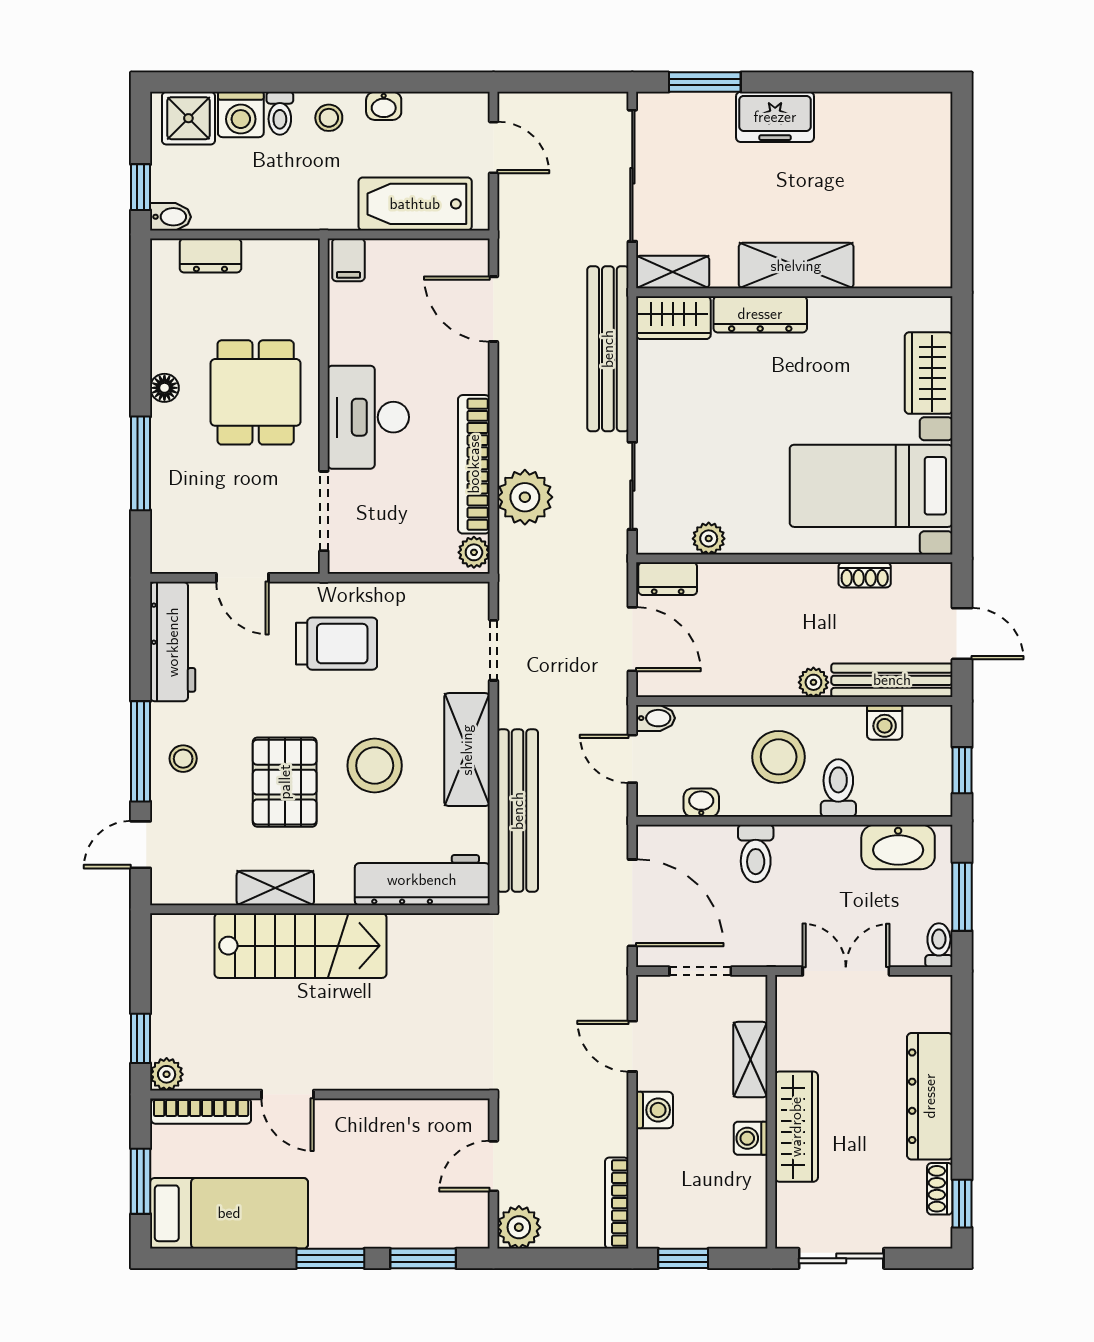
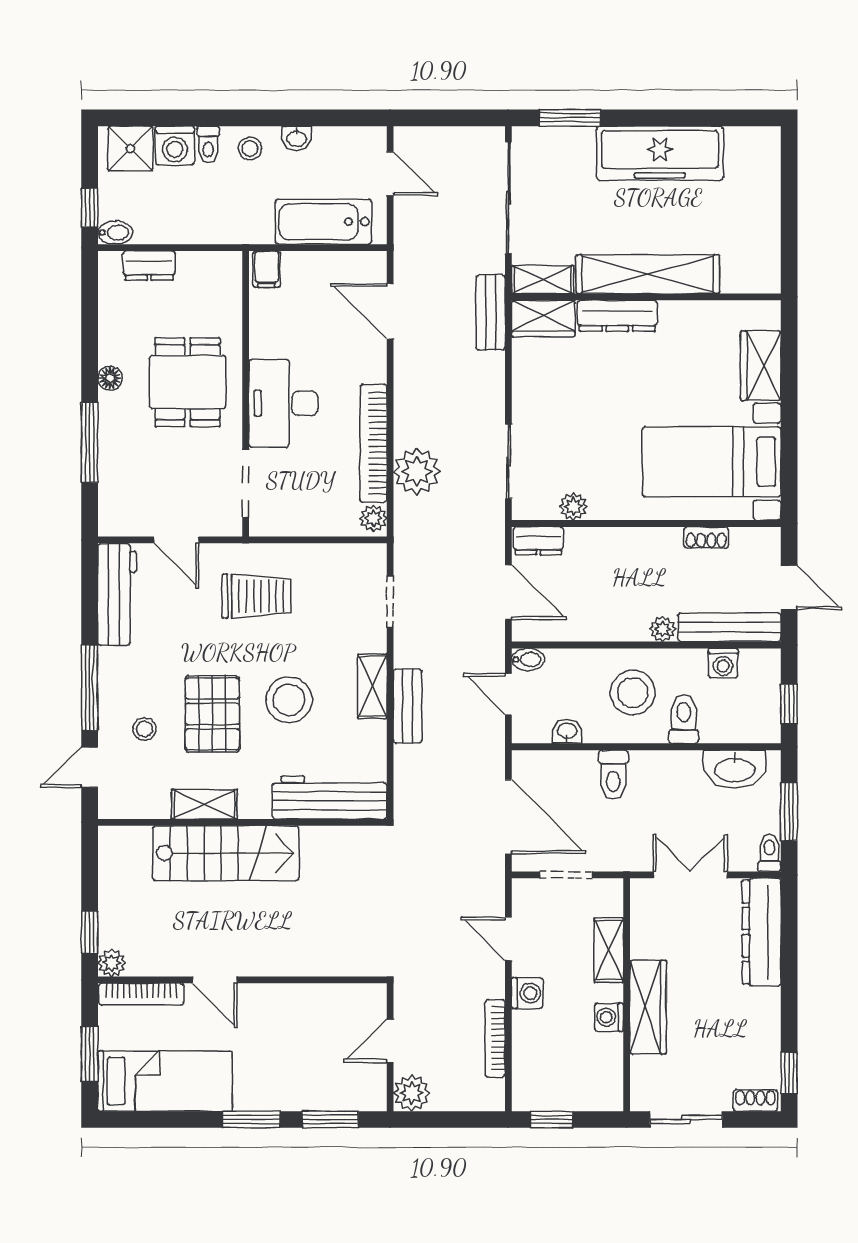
freezer: (775, 117) -> (660, 153), width x1.91, depth x1.26
shelving: (796, 266) -> (648, 274), width x1.47
bench: (608, 349) -> (491, 312), width x0.54, depth x0.82
shelving: (467, 750) -> (372, 686), width x0.67, depth x0.75
stool: (183, 759) -> (145, 729), moved
bench: (518, 811) -> (408, 706), width x0.54, depth x0.82
dresser: (930, 1096) -> (762, 932), moved
shoe rack: (940, 1189) -> (755, 1101), moved, turned 90
bookcase: (617, 1203) -> (495, 1038), moved

